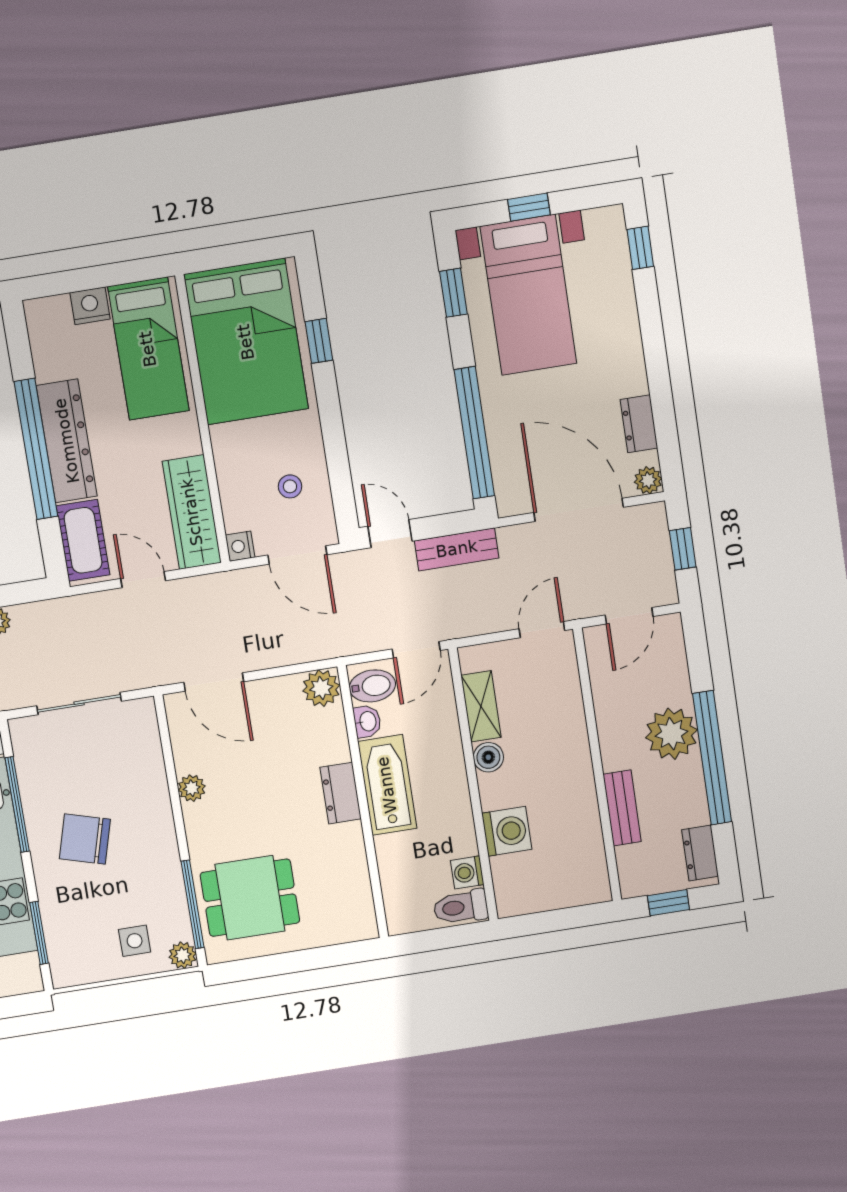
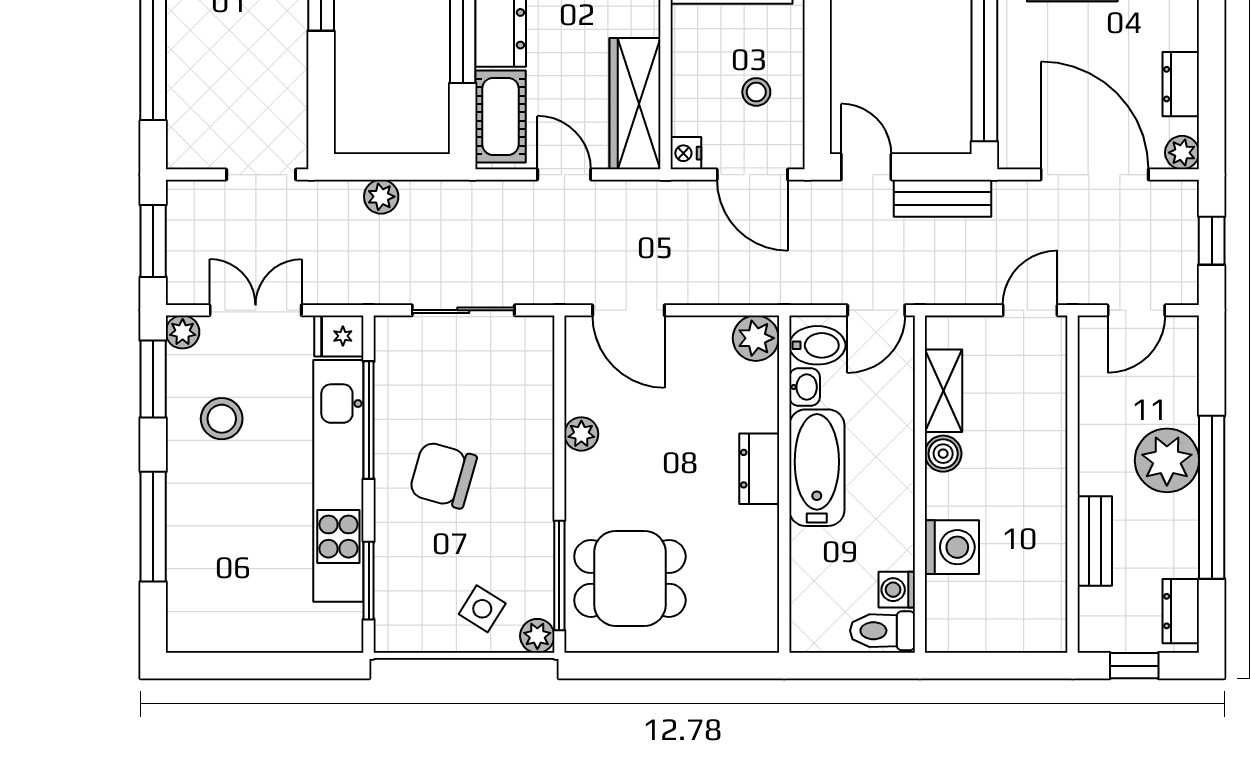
side table: (135, 941) -> (482, 609), turned 32

